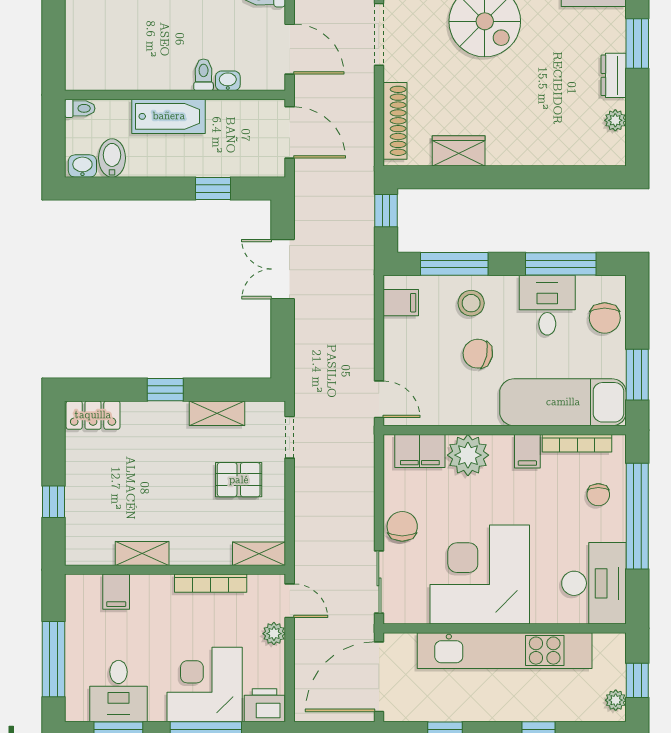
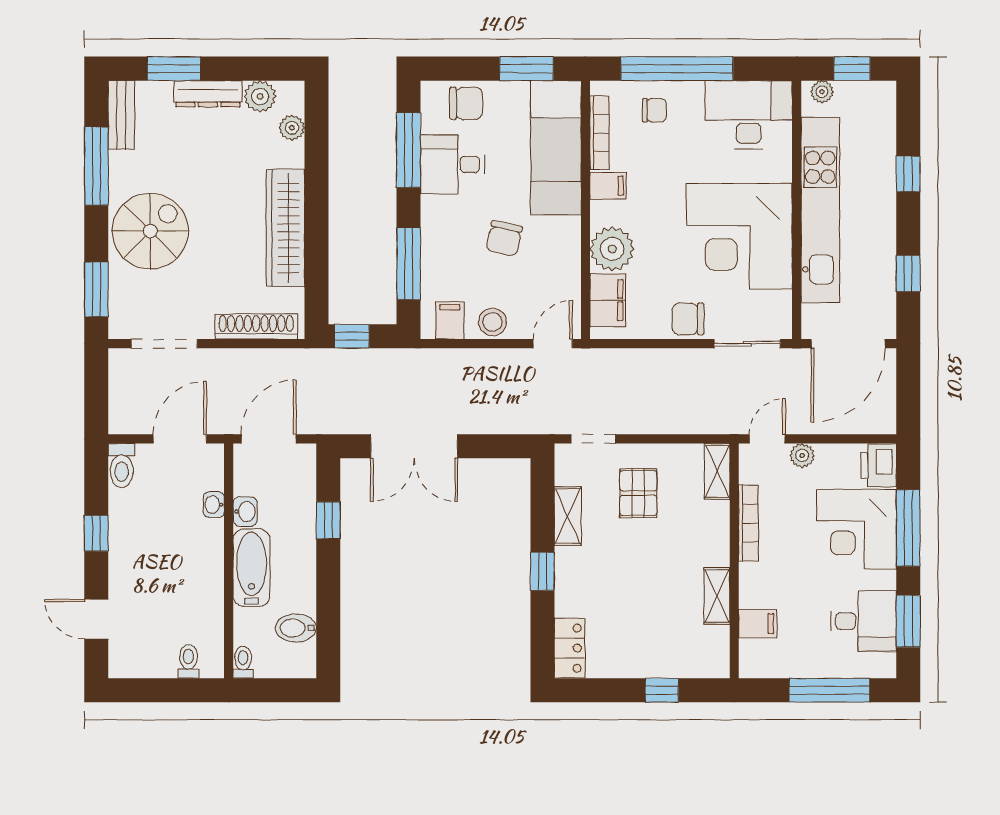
toilet: (204, 75) -> (188, 661), moved, turned 90
dresser: (614, 75) -> (208, 94), width x1.44
plant: (615, 120) -> (260, 96), width x1.38, depth x1.38
wardrobe: (459, 151) -> (285, 228), width x2.10, depth x1.17
plant: (582, 154) -> (292, 128), added
washbasin: (82, 166) -> (245, 511), moved, turned 180
double door: (283, 269) -> (414, 446), width x1.37
stool: (471, 303) -> (492, 322), moved
door: (379, 677) -> (848, 344), hinge flipped
plant: (616, 700) -> (822, 92), moved

